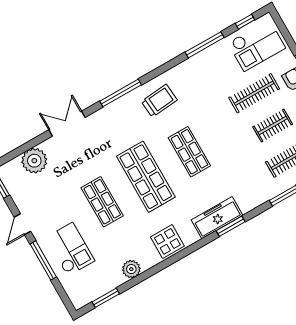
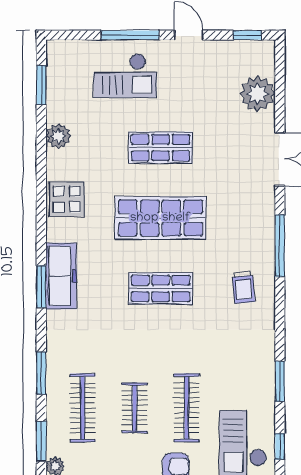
window: (205, 45) -> (280, 381), width x0.69
trolley: (159, 101) -> (244, 287), width x0.73, depth x0.72

